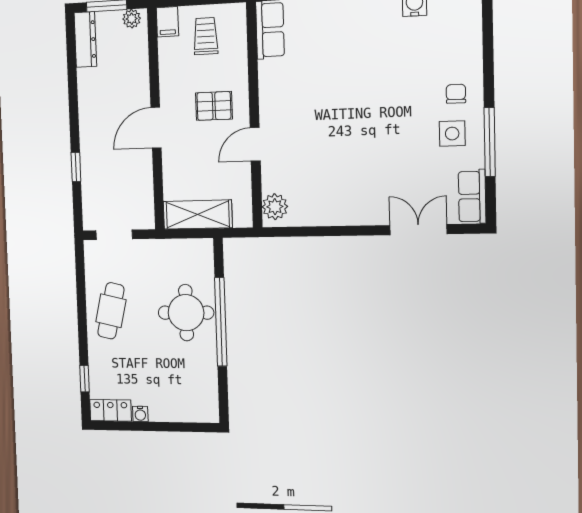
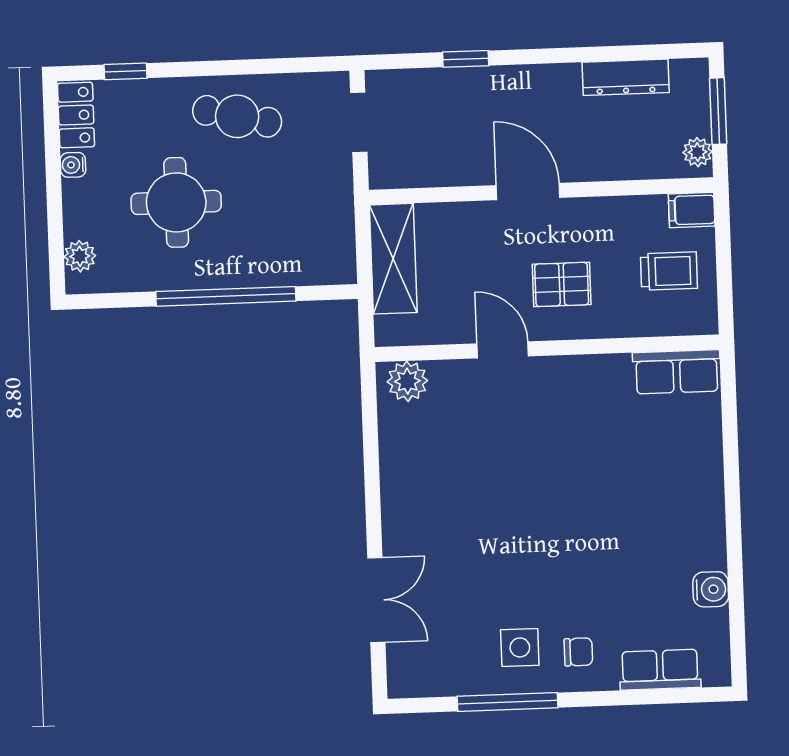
dresser: (85, 40) -> (626, 77), moved
pallet: (214, 106) -> (562, 284), turned 90
row of seats: (472, 196) -> (660, 670), moved
round table: (186, 313) -> (176, 202), moved
plant: (196, 413) -> (80, 256), added

